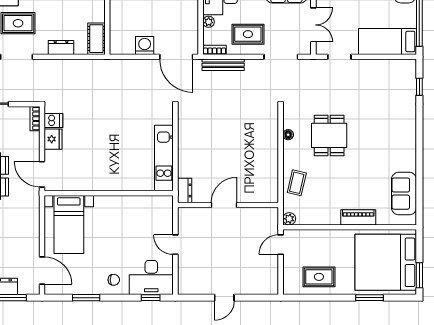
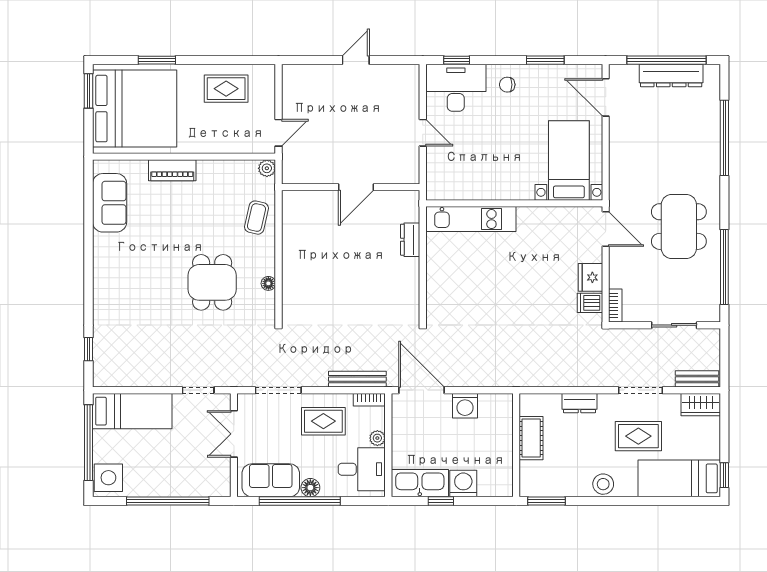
cot: (96, 39) -> (531, 438), moved
kitchen unit: (164, 158) -> (471, 219), moved, turned 90
dresser: (185, 190) -> (410, 240), moved

